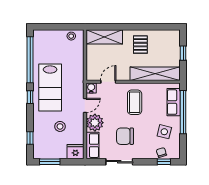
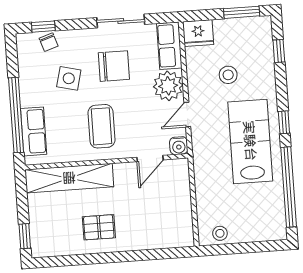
shelving: (104, 37) -> (162, 236), removed
pallet: (140, 45) -> (99, 227), turned 90
window: (183, 53) -> (25, 236), moved
side table: (164, 132) -> (69, 78), moved

